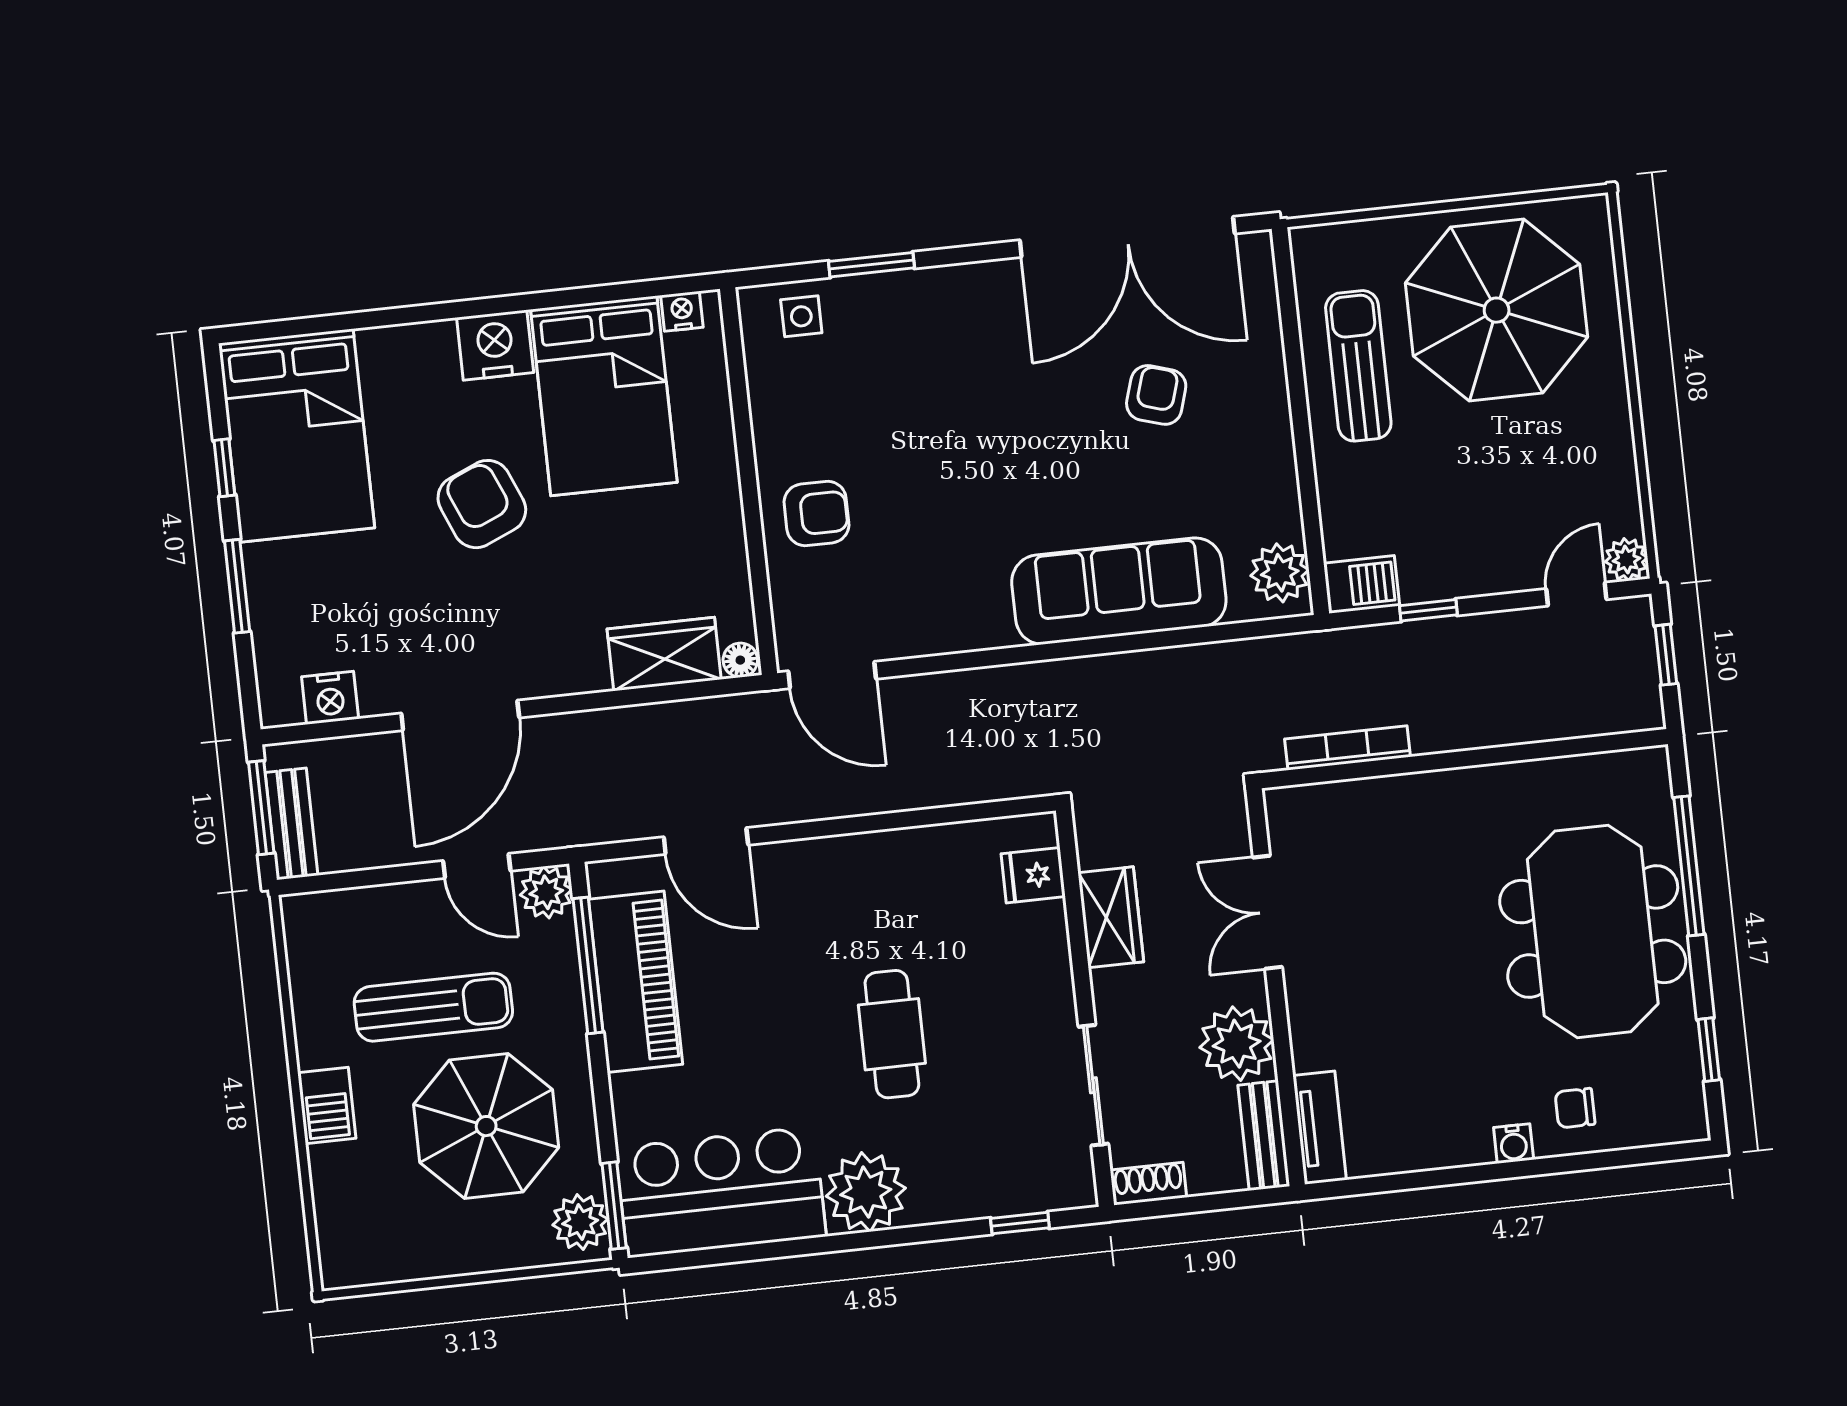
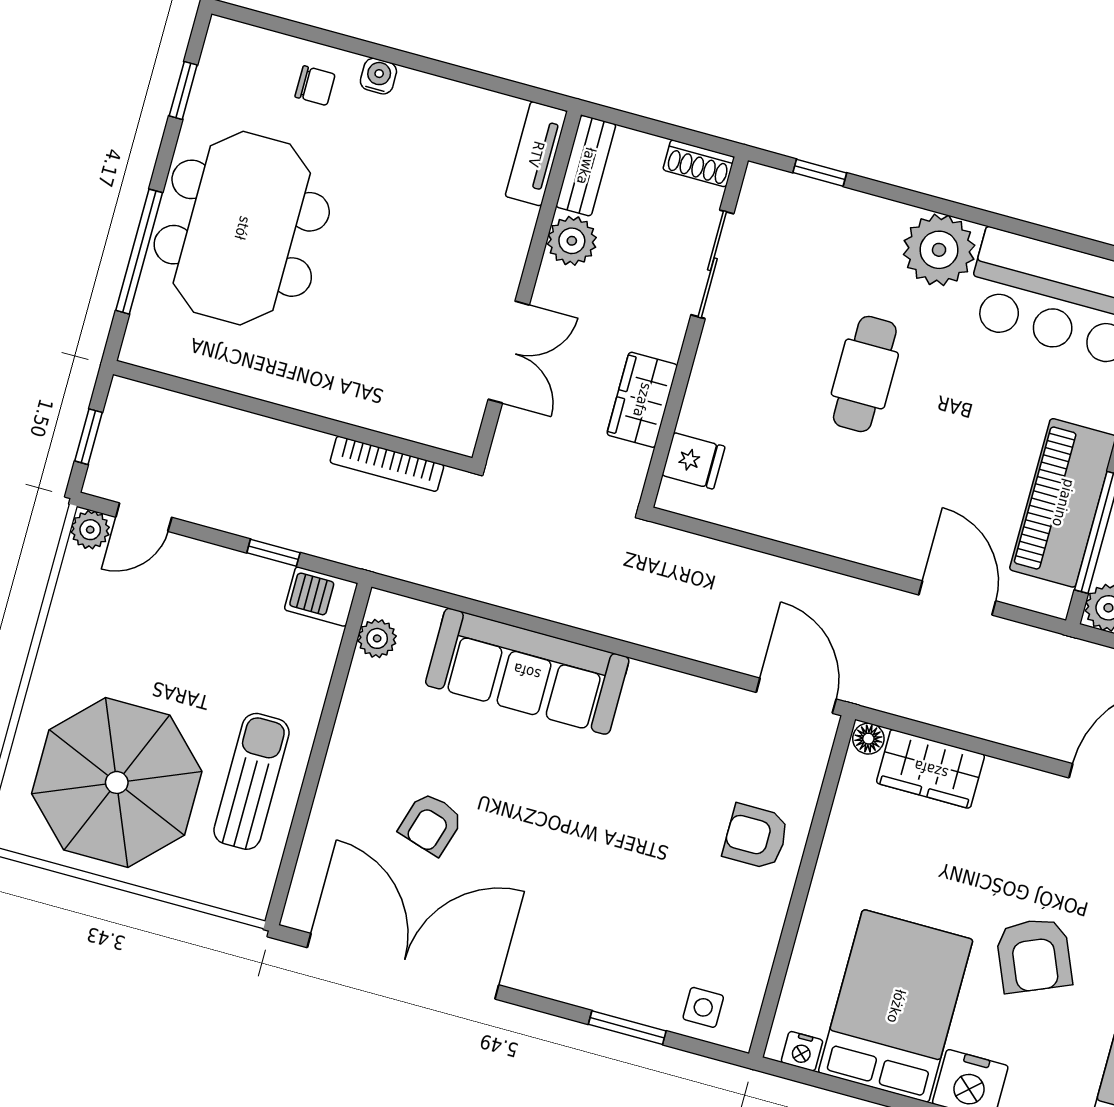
sun lounger: (1358, 366) -> (251, 781), turned 180
plant: (1280, 573) -> (377, 638), width x0.73, depth x0.73
plant: (1237, 1044) -> (572, 241), width x0.73, depth x0.73

